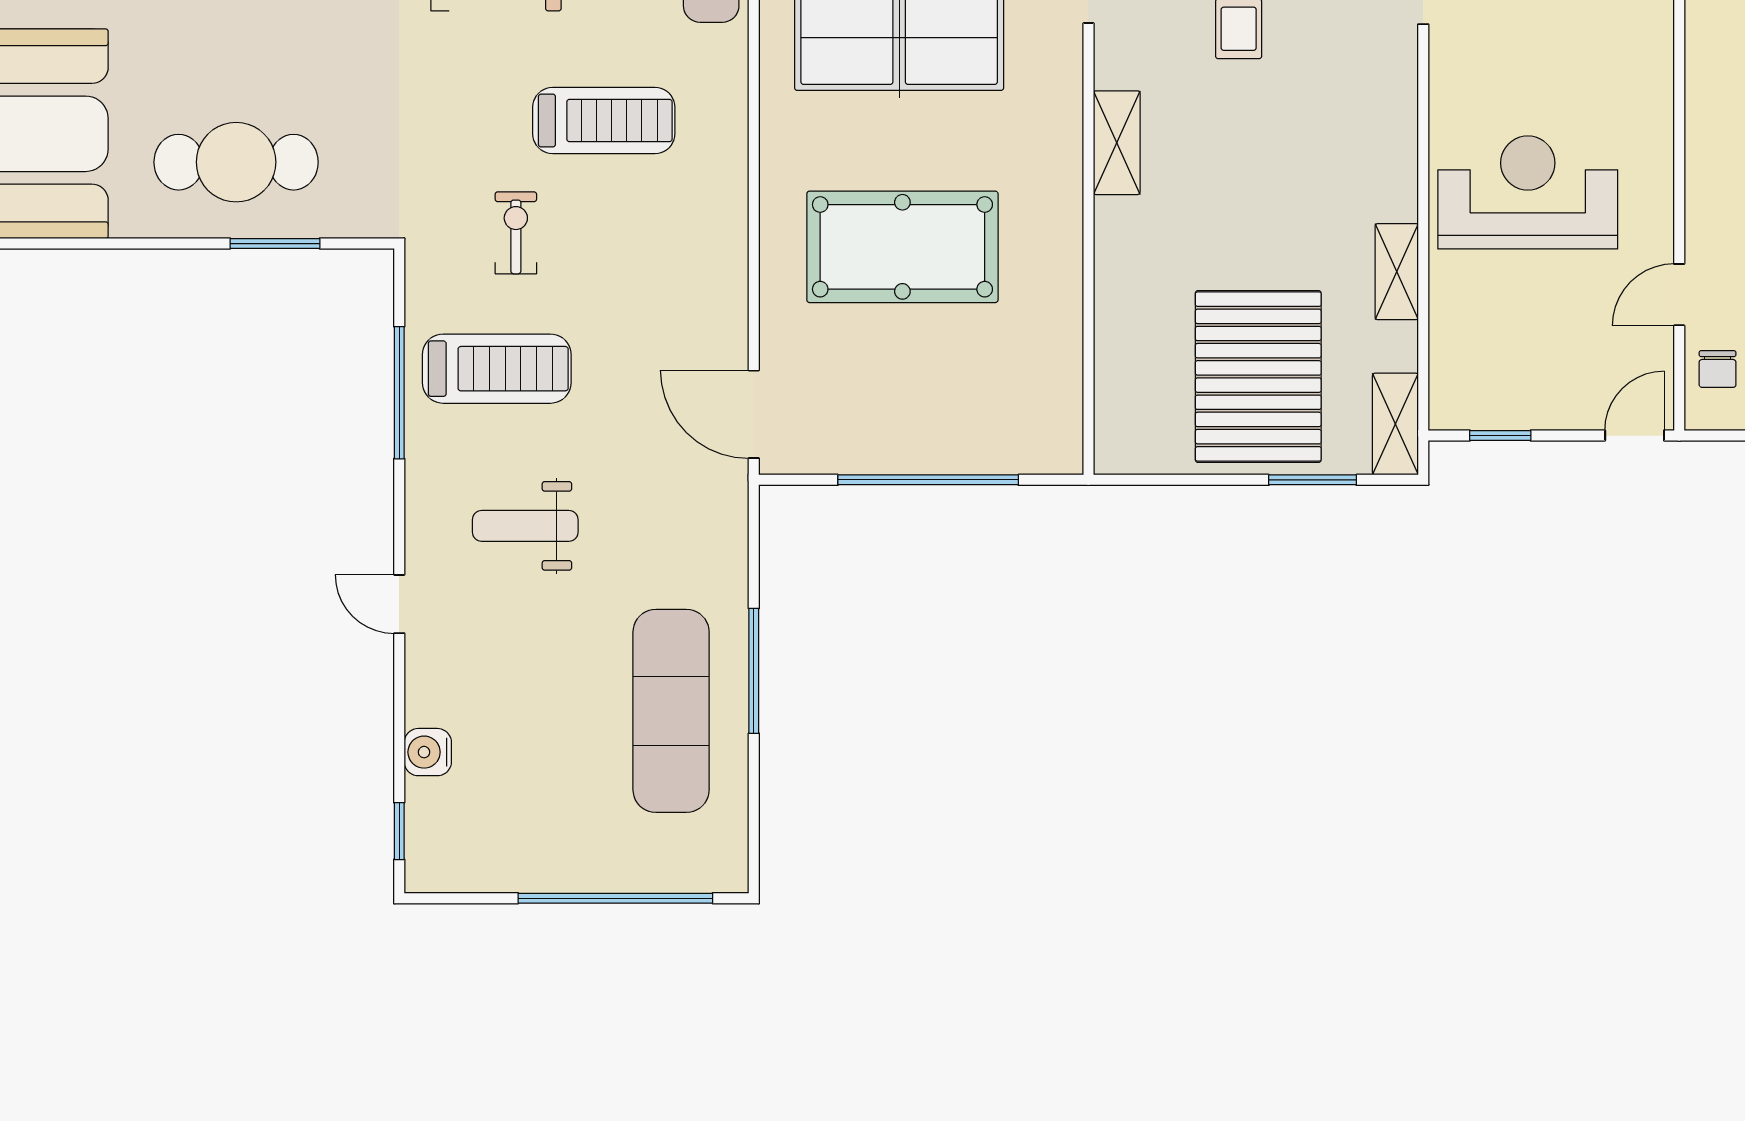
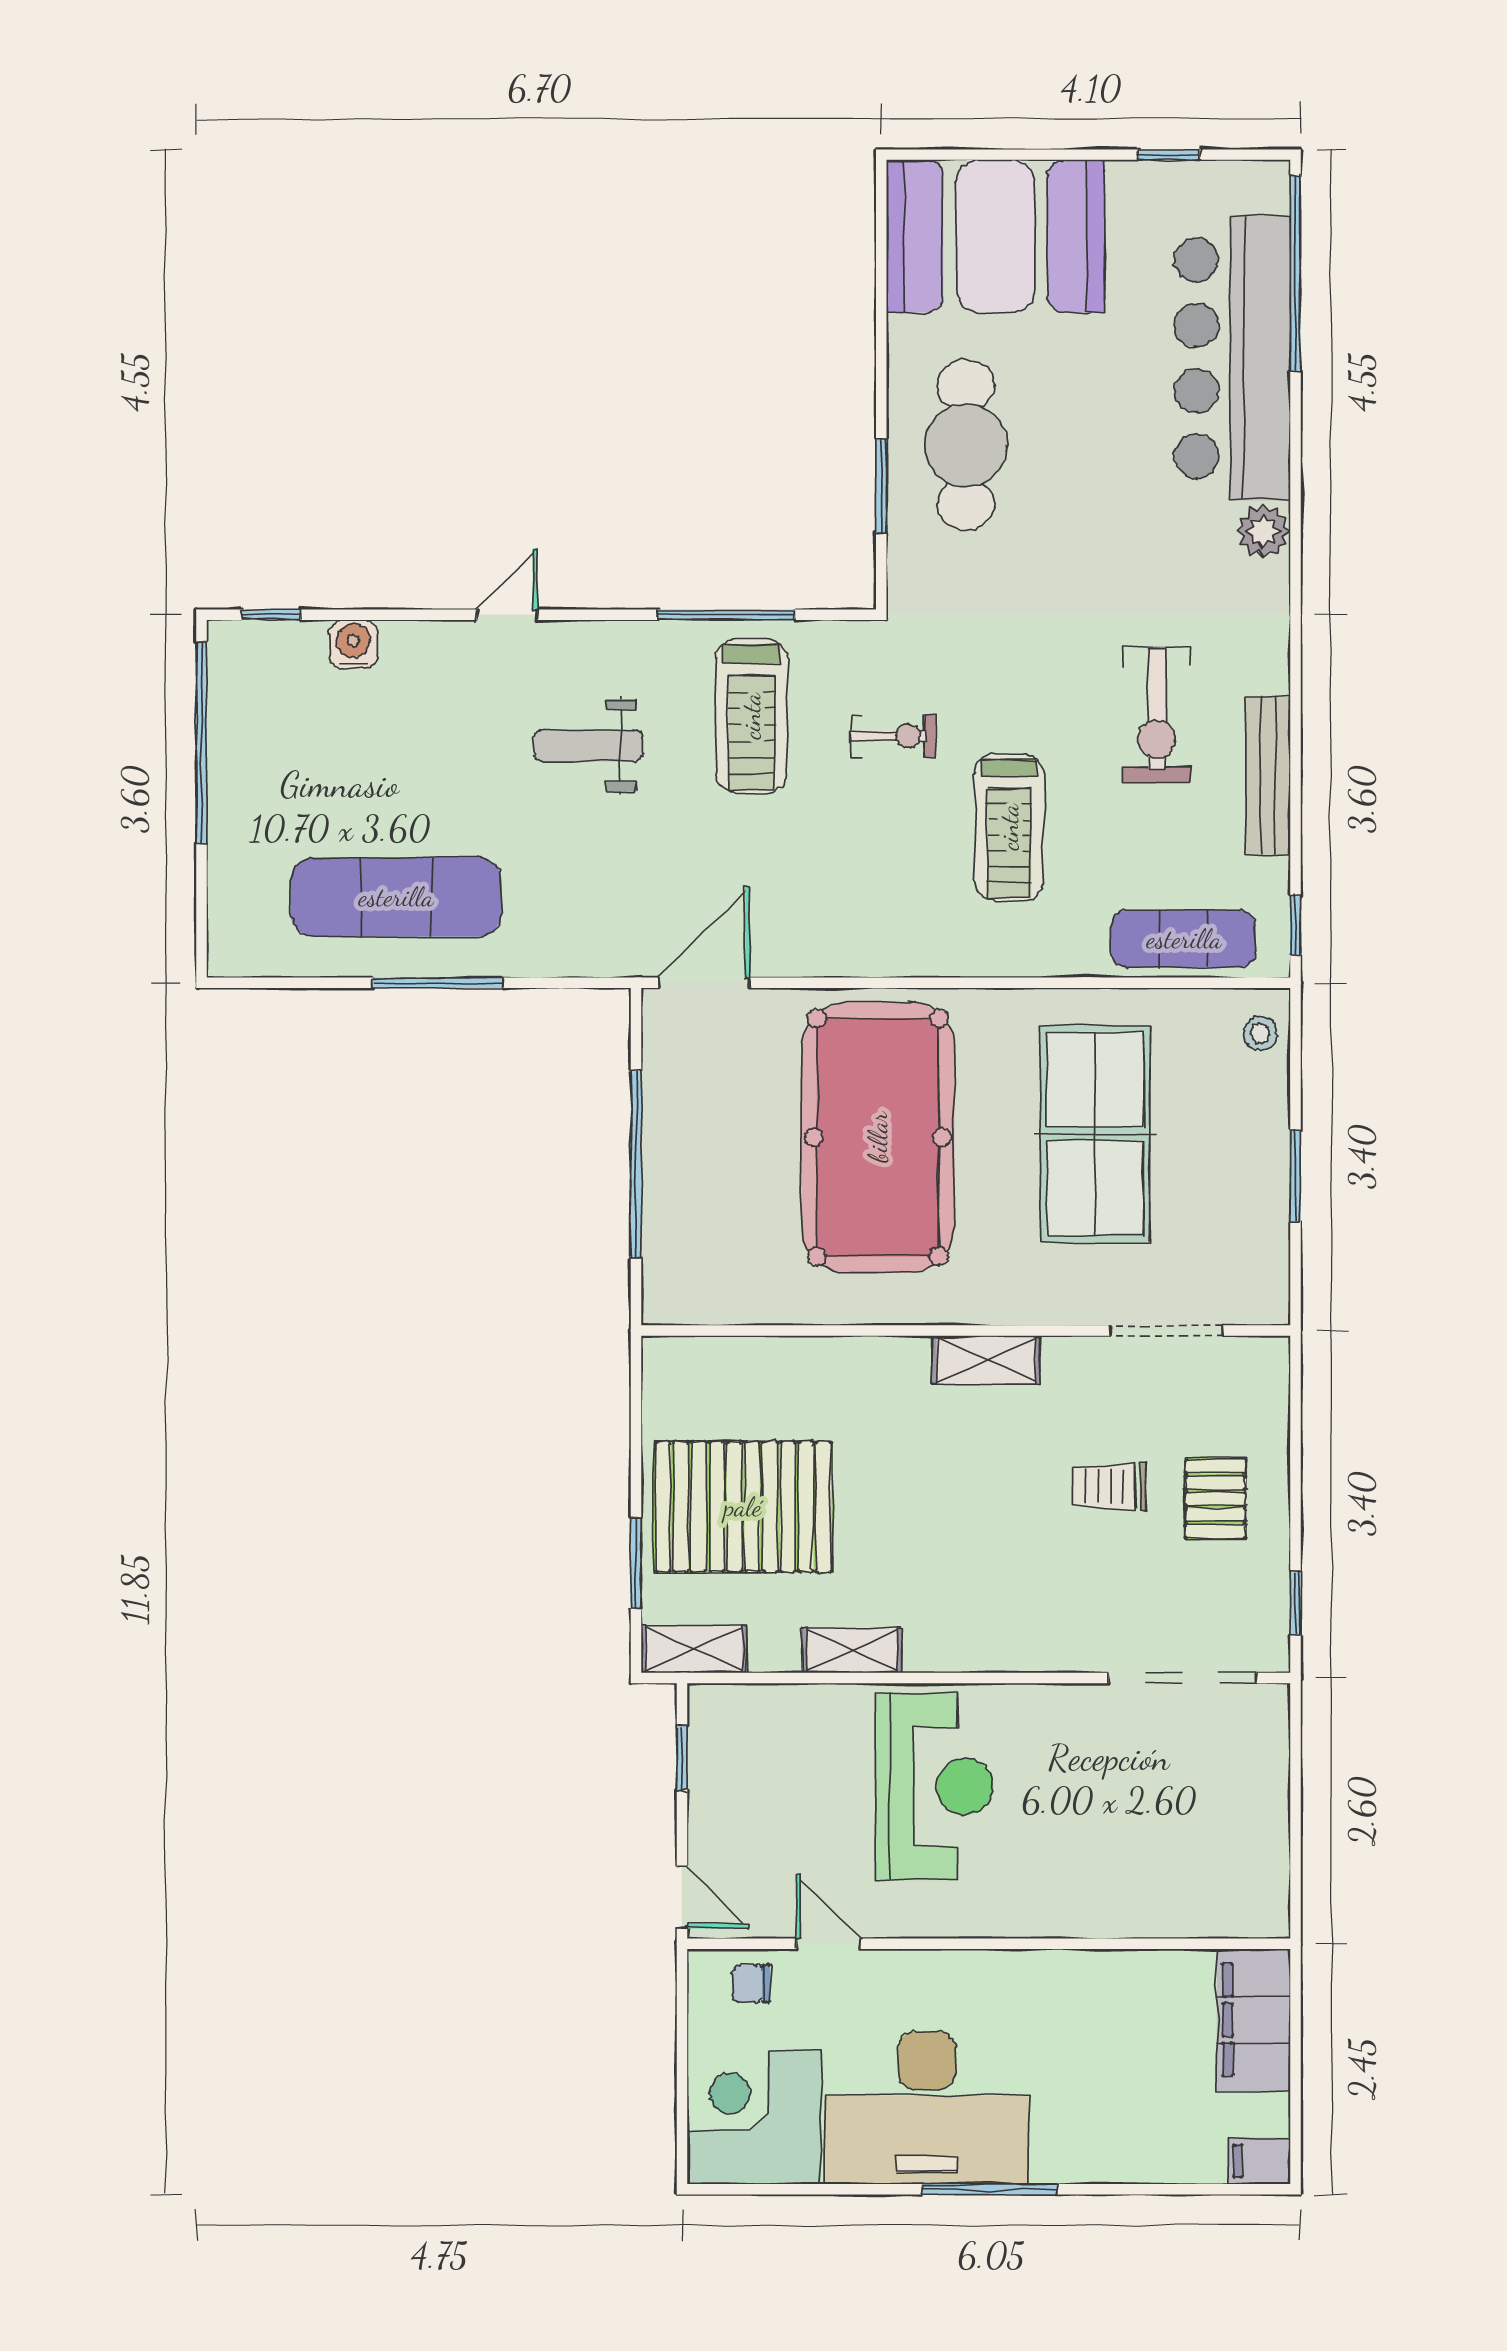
pool table: (902, 247) -> (878, 1137), width x1.36, depth x1.32
weight bench: (525, 526) -> (588, 746), turned -90
window: (615, 898) -> (201, 743), moved

